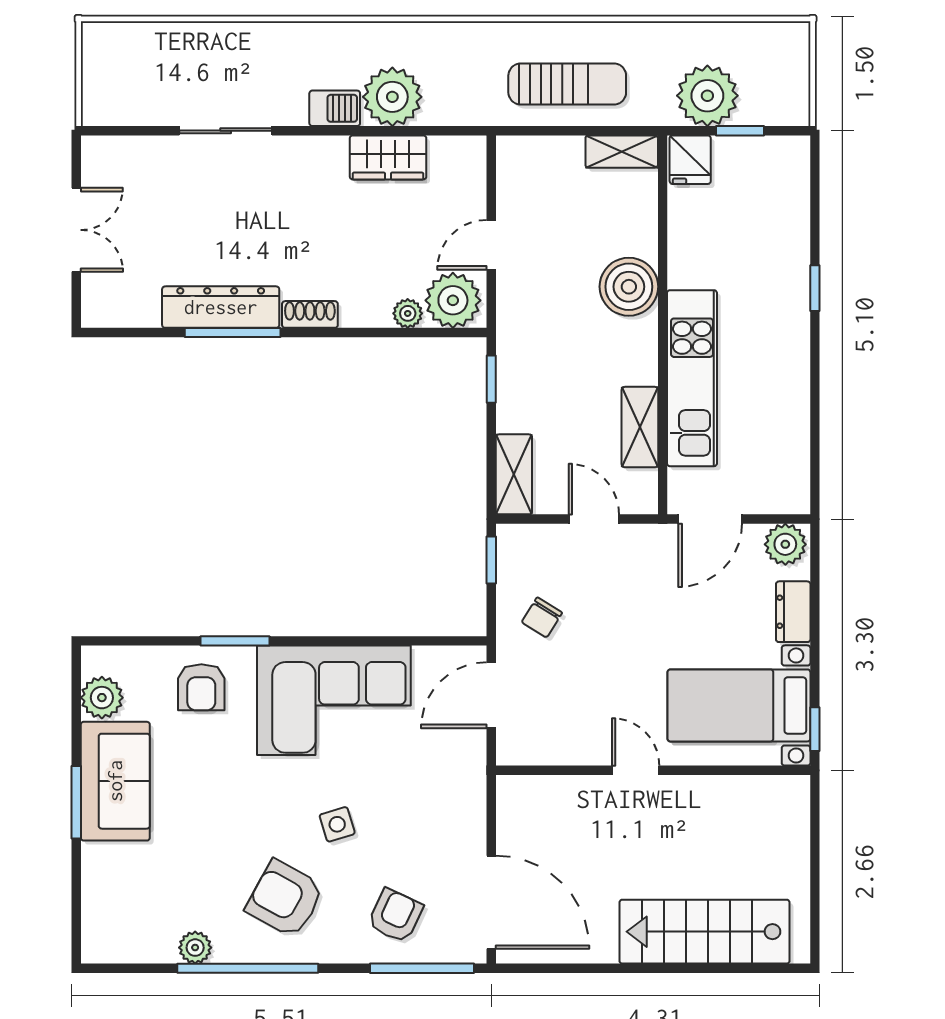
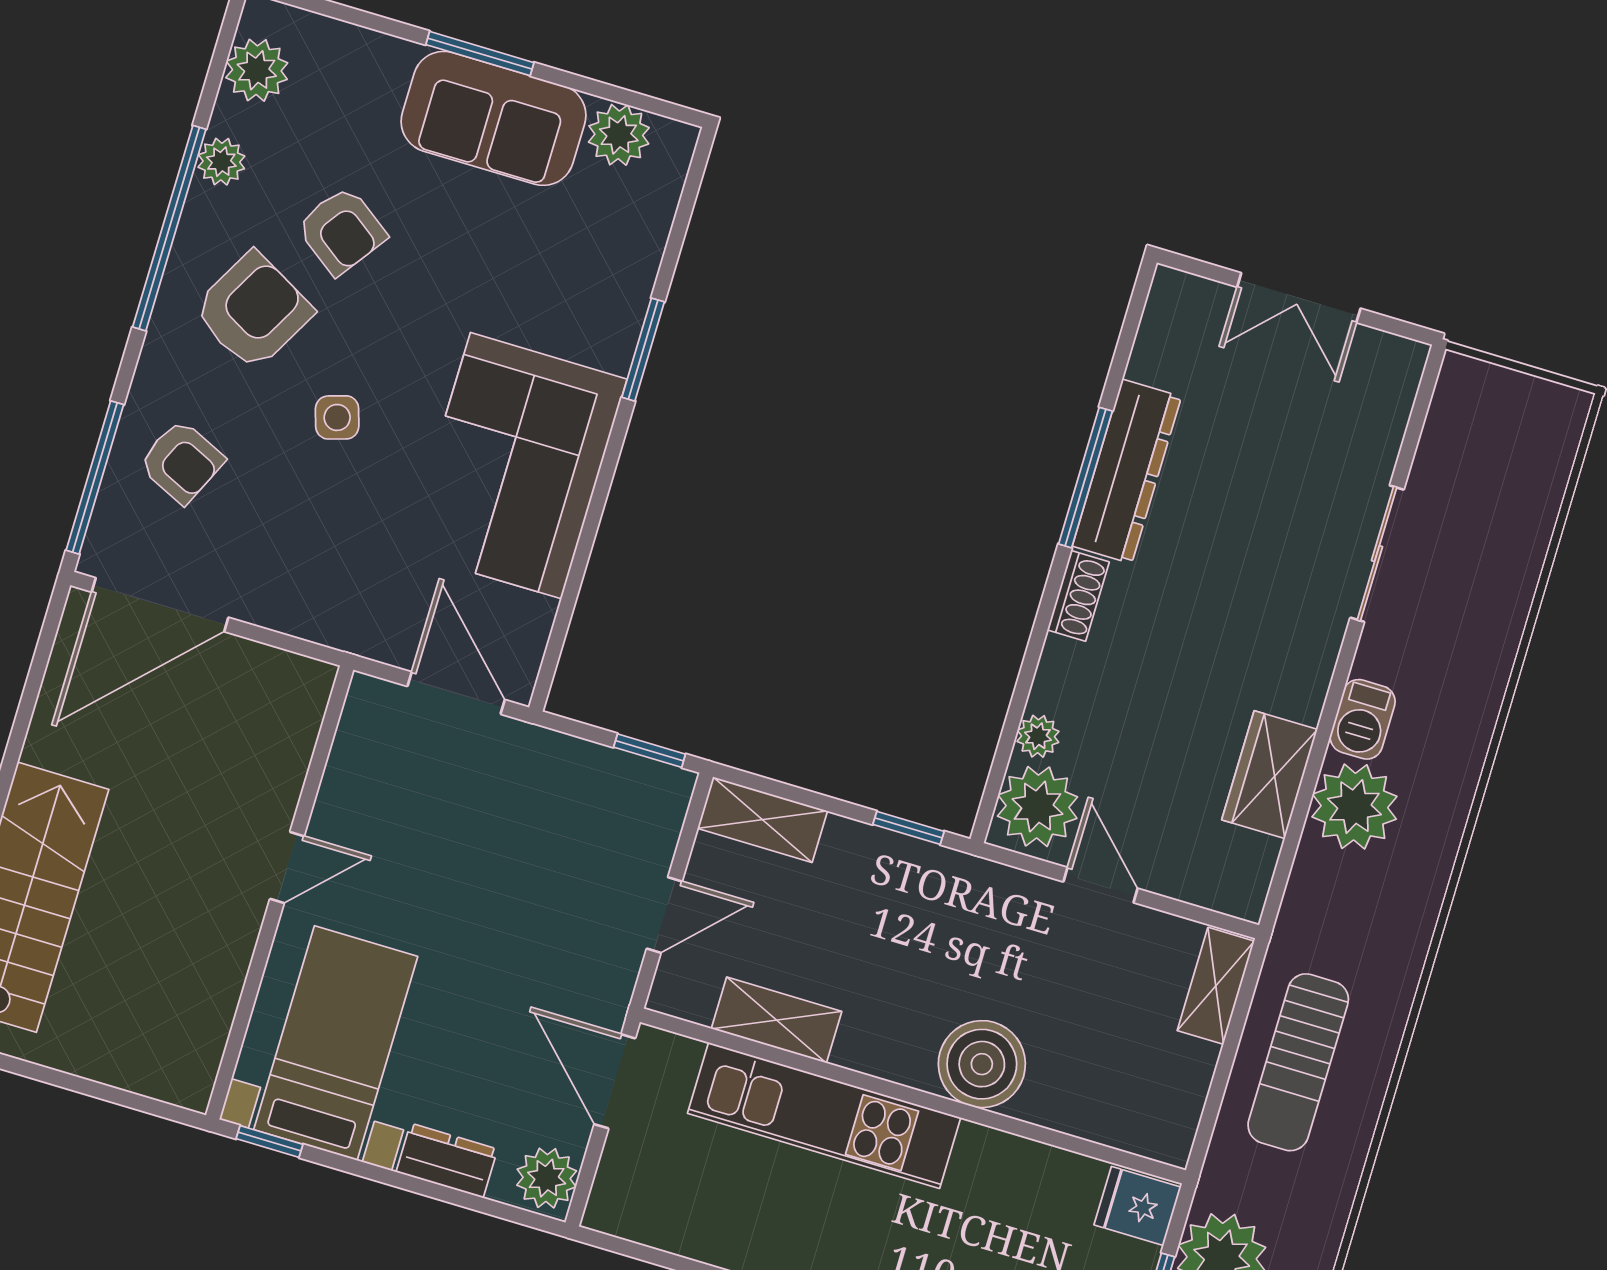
shelving: (622, 152) -> (1216, 986), moved
chair: (542, 617) -> (546, 799), removed
armchair: (201, 687) -> (342, 231), moved, turned -144
plant: (130, 942) -> (257, 70), added

